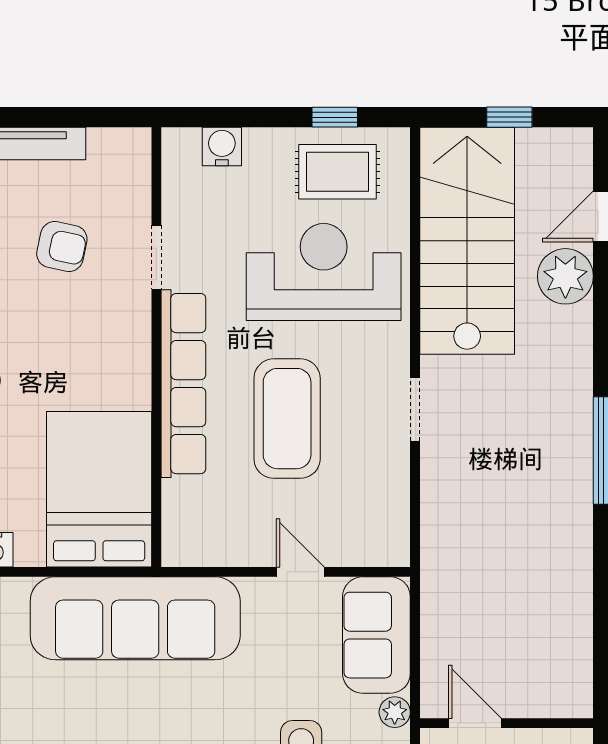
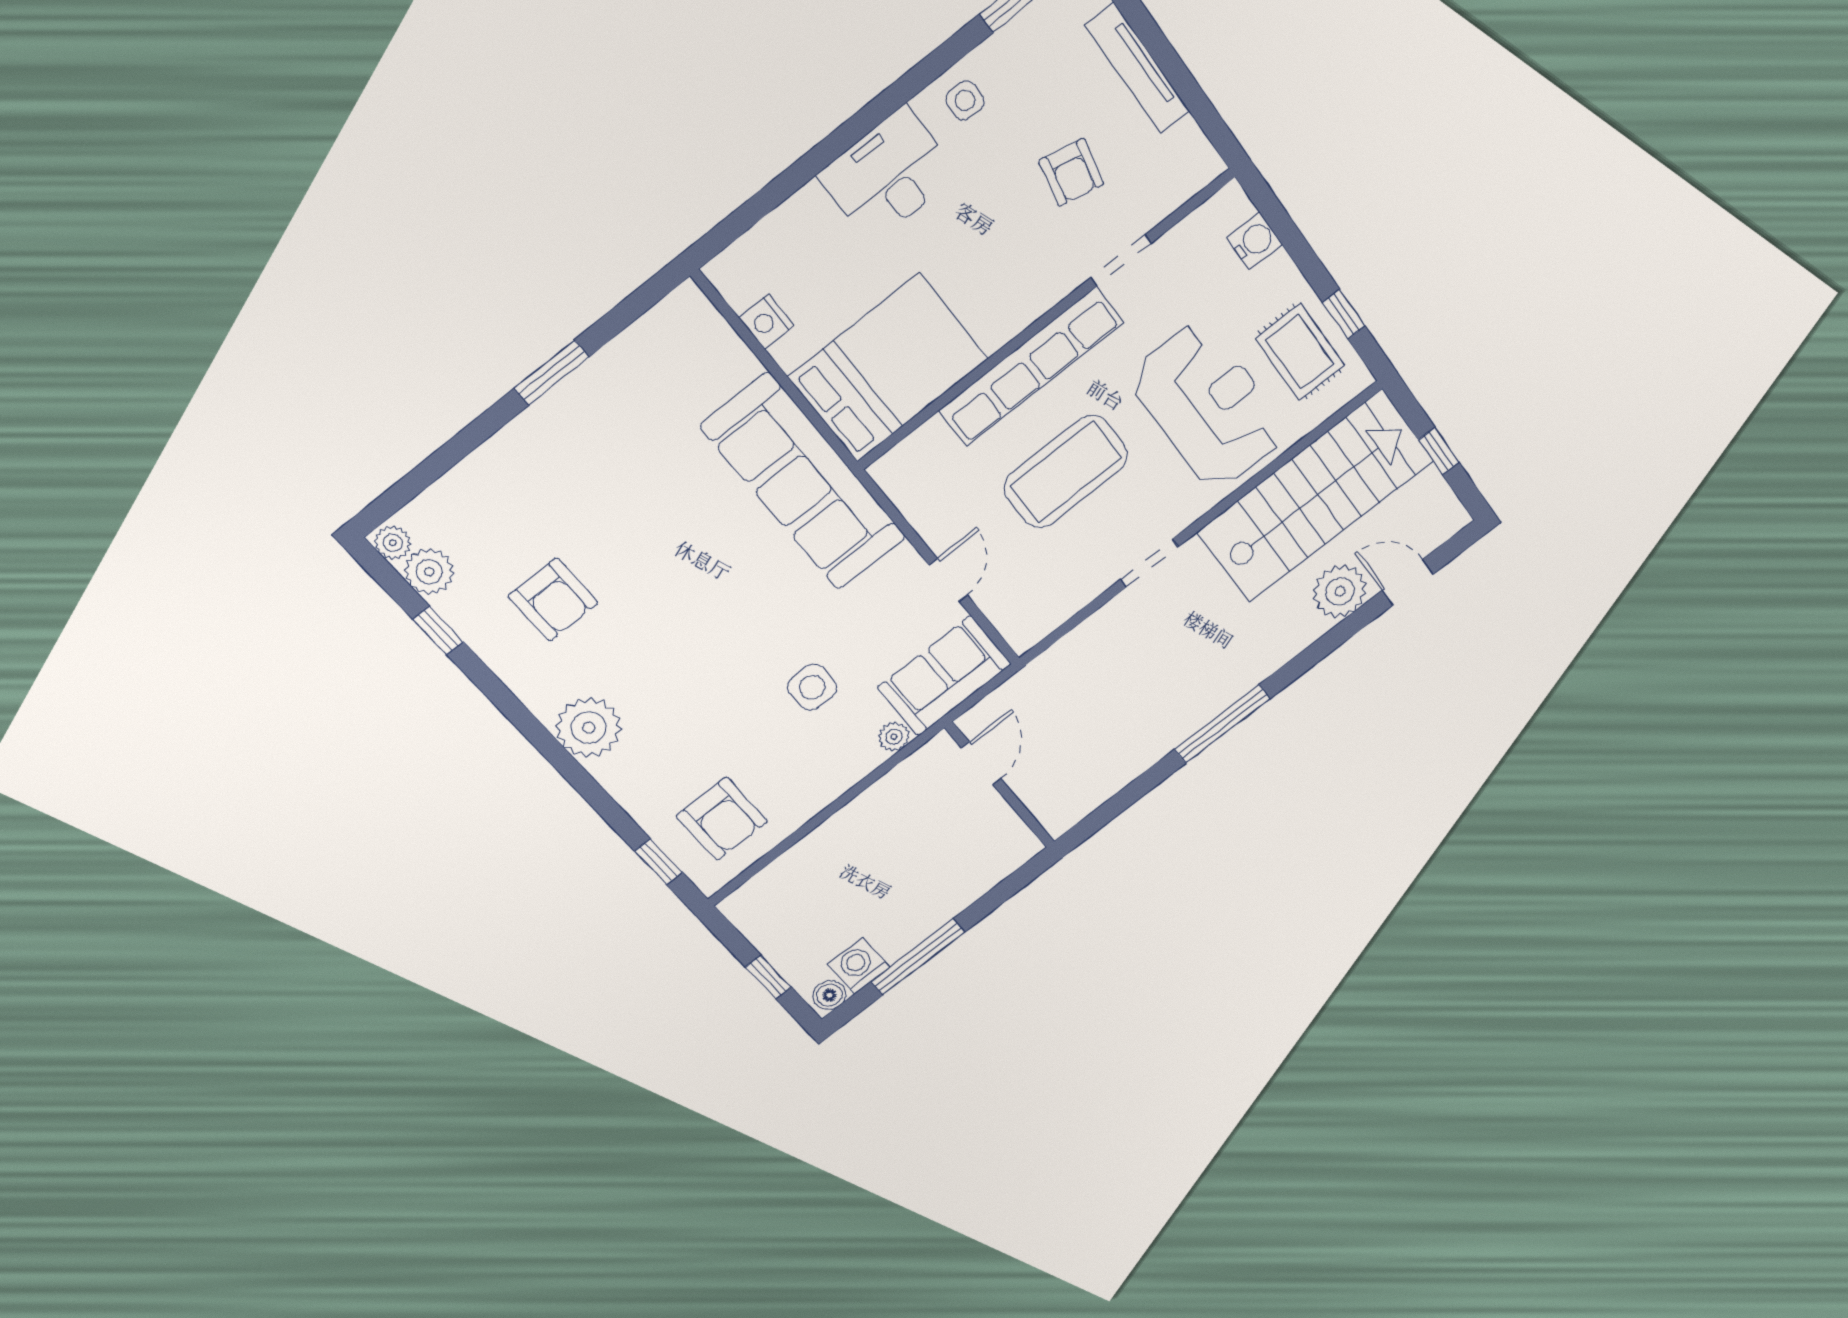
door: (475, 723) -> (981, 763), moved
wall: (507, 723) -> (1000, 785), moved

